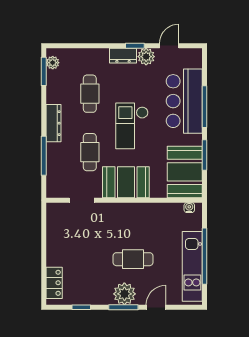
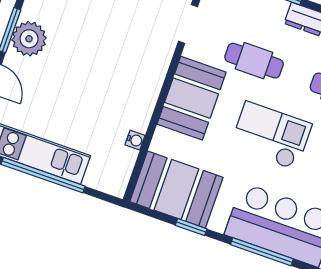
window: (205, 155) -> (191, 227), width x0.67
water cooler: (189, 208) -> (135, 140), moved
cafe table: (133, 259) -> (75, 69), removed

